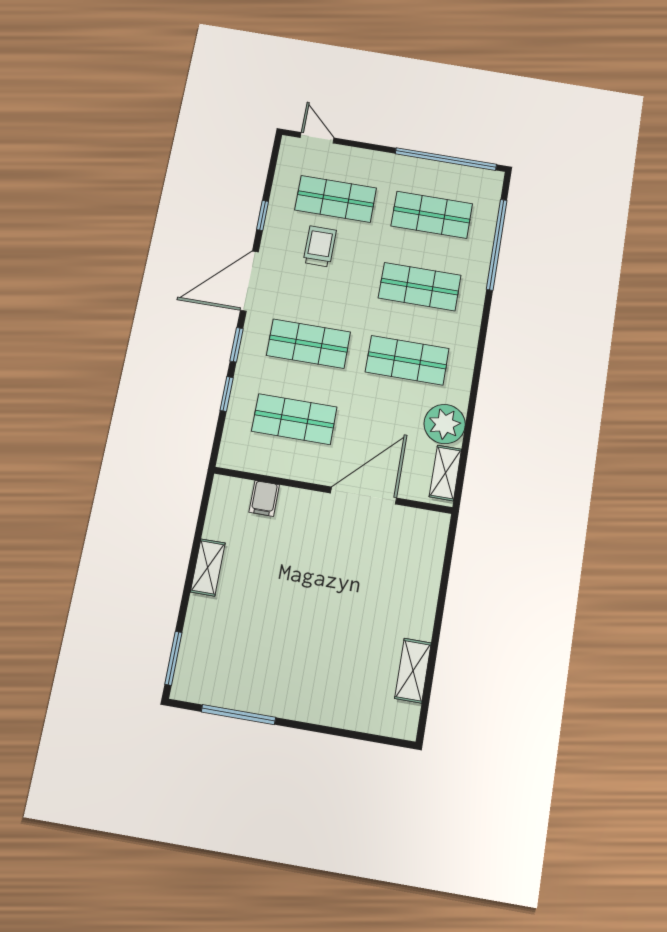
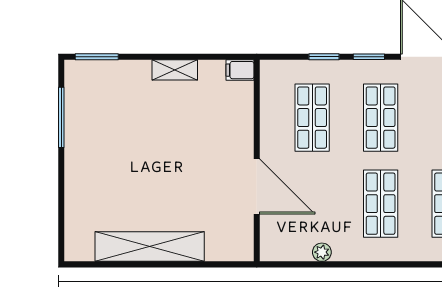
plant: (445, 424) -> (322, 252), width x0.53, depth x0.53
shelving: (445, 473) -> (288, 251), removed
filing cabinet: (264, 498) -> (240, 70), moved
shelving: (413, 671) -> (150, 247), width x2.20, depth x1.33

